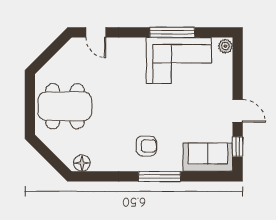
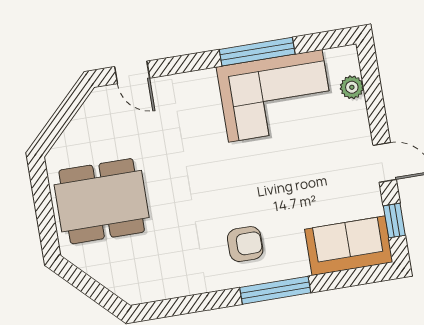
plant: (225, 46) -> (352, 87), moved
floor lamp: (82, 163) -> (145, 289), removed

